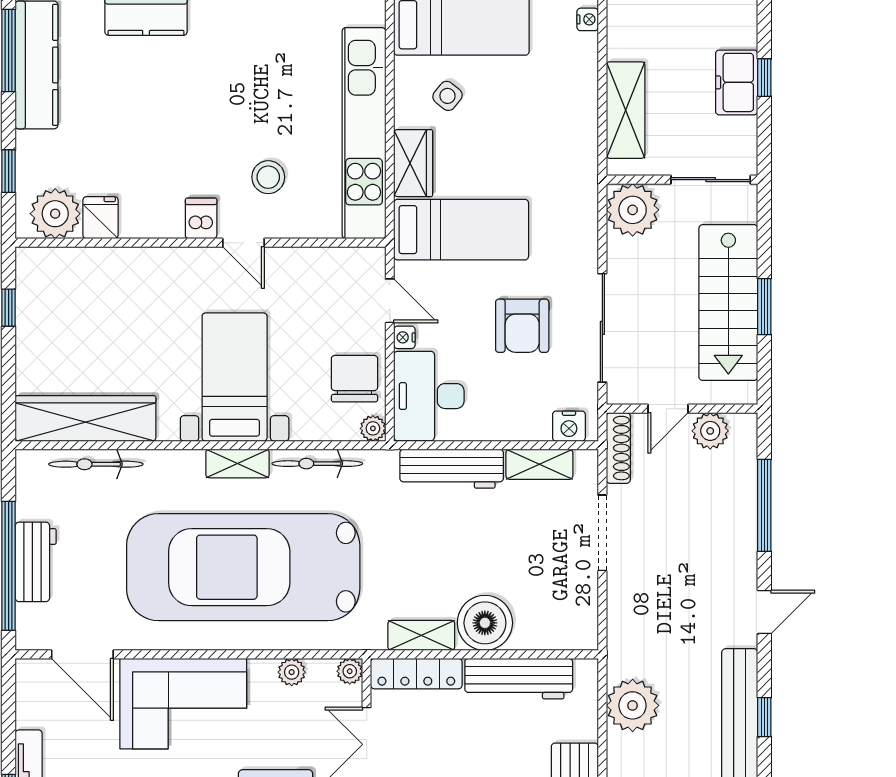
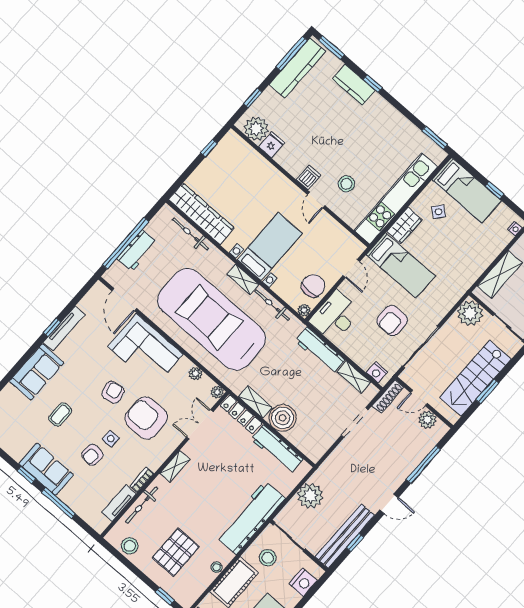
nightstand: (404, 337) -> (345, 287), removed

